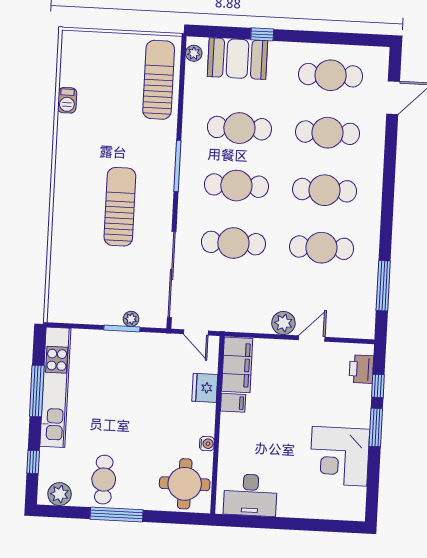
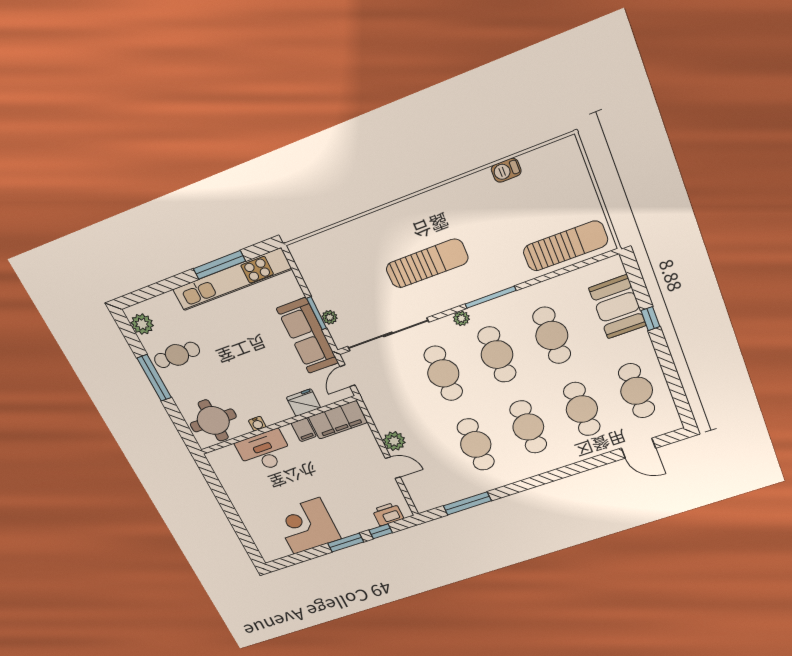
plant: (194, 53) -> (461, 318), moved
sofa: (140, 348) -> (308, 336), added
window: (33, 462) -> (156, 290), removed
desk: (250, 495) -> (264, 451), moved, turned 90

